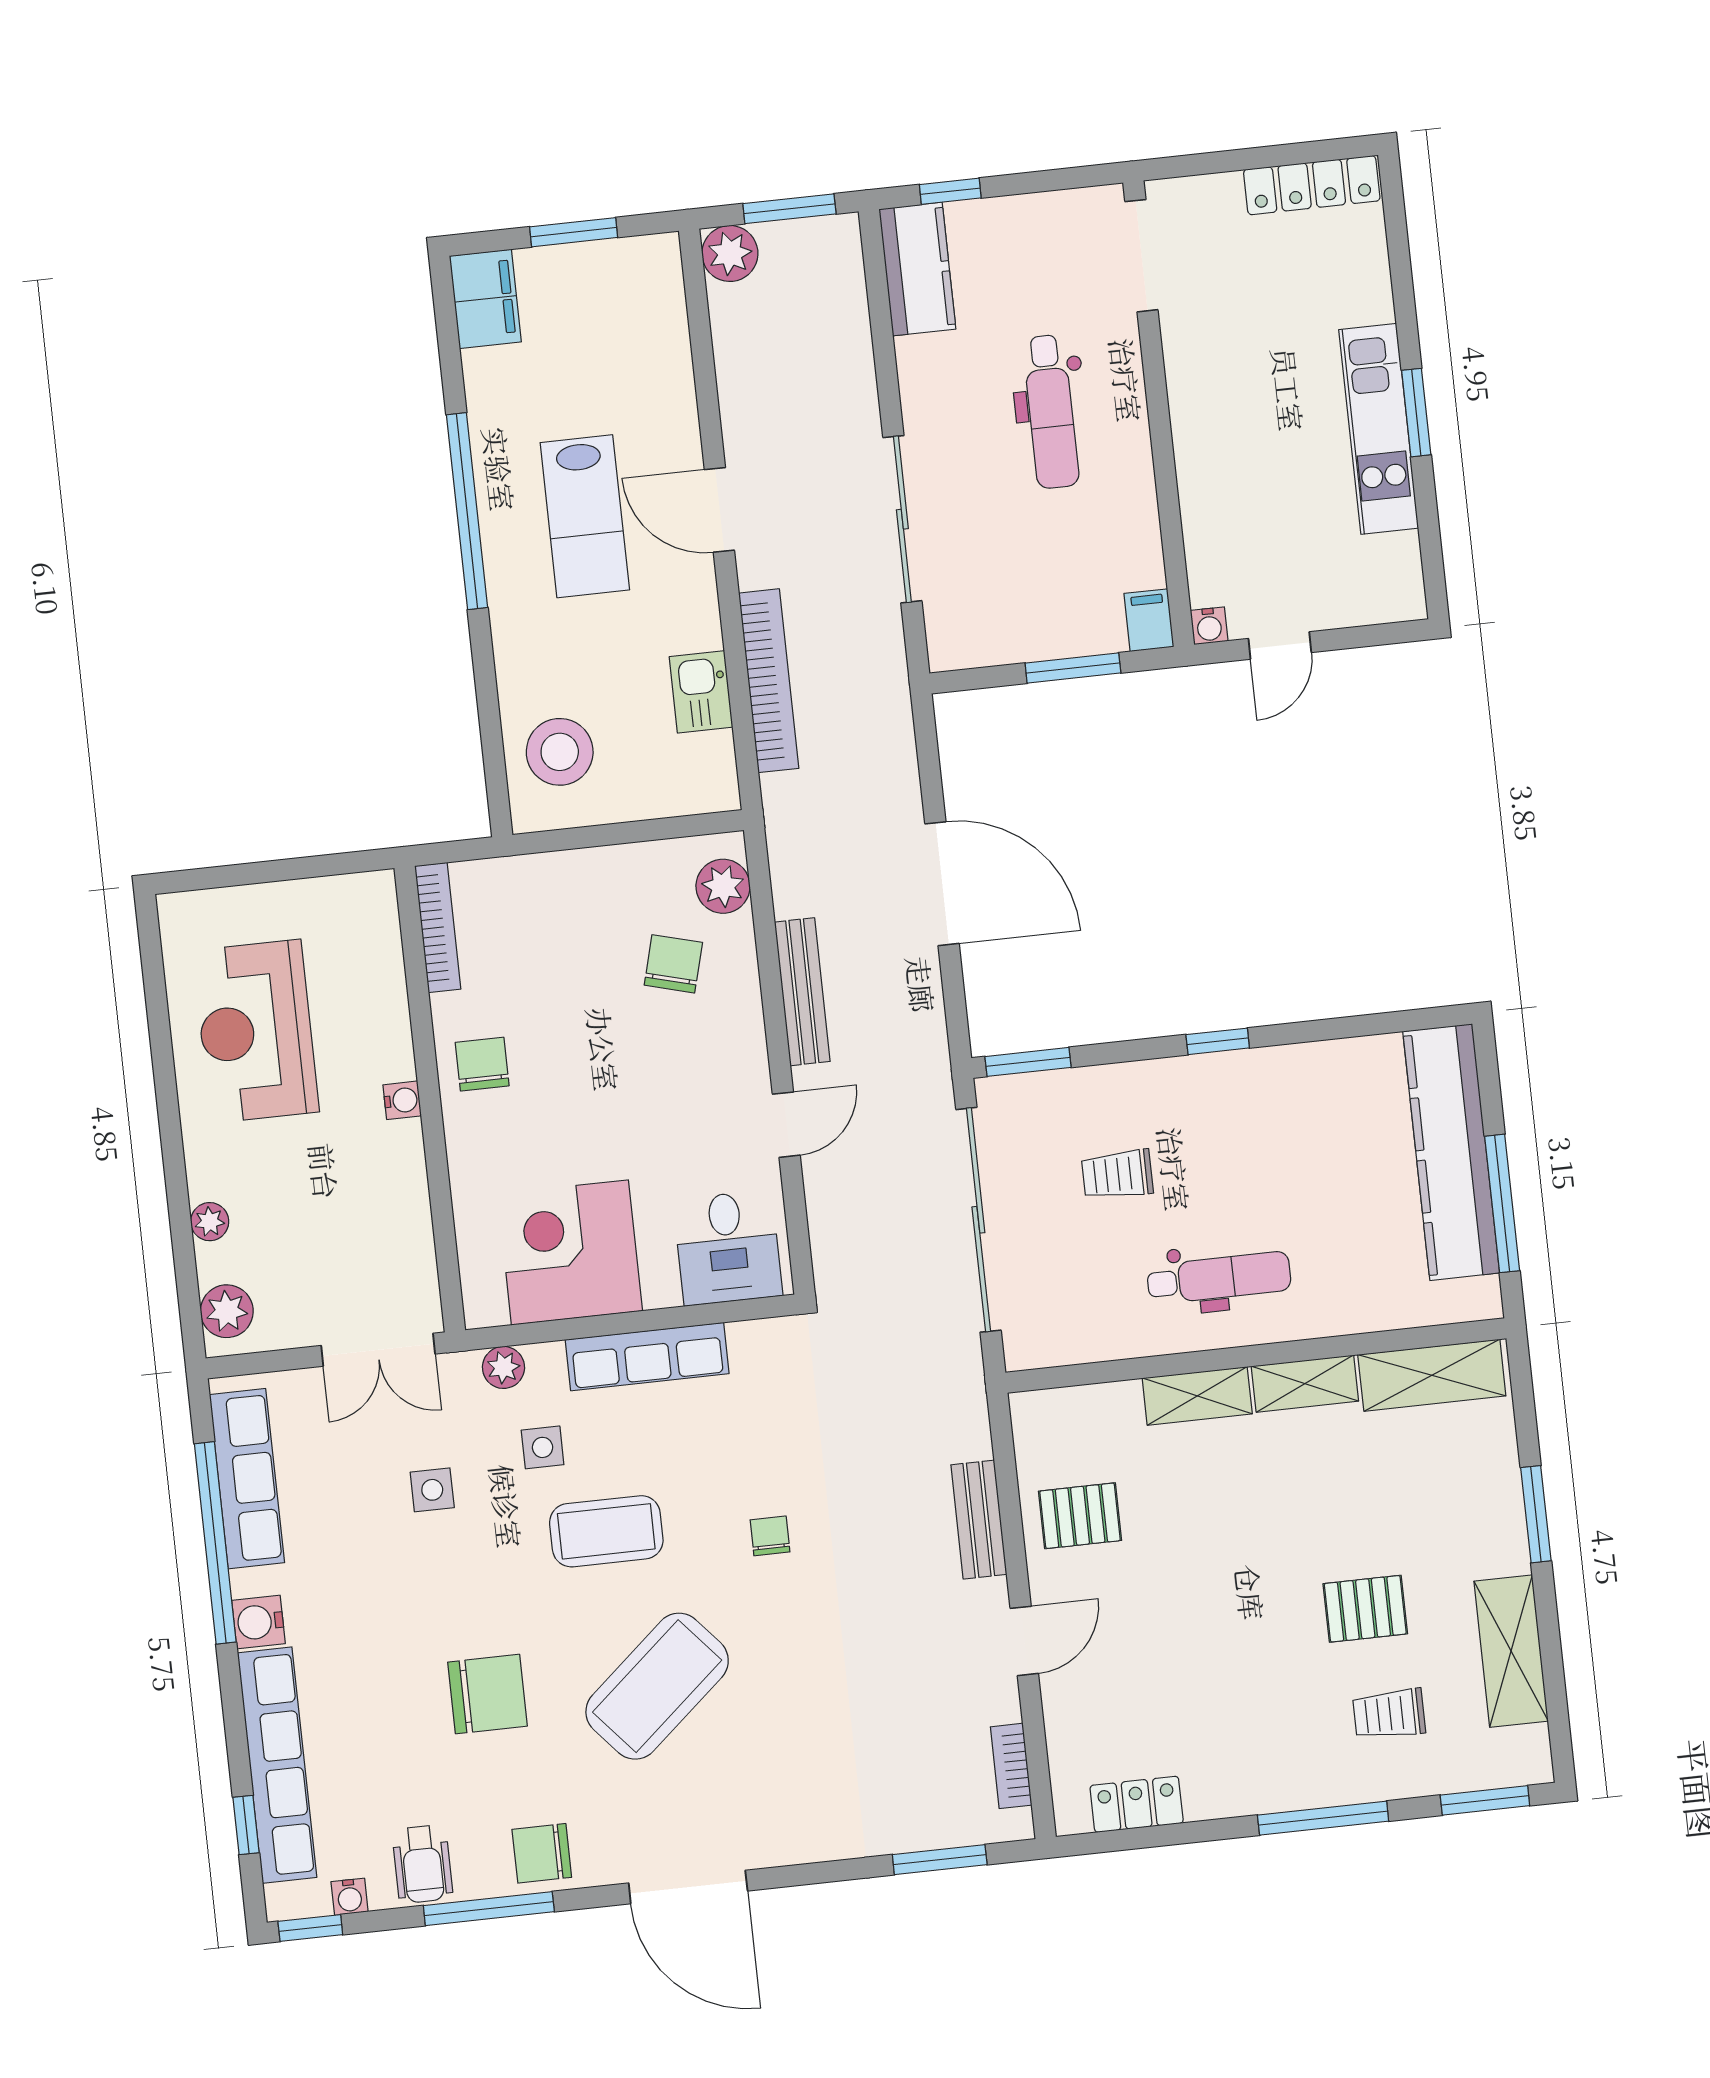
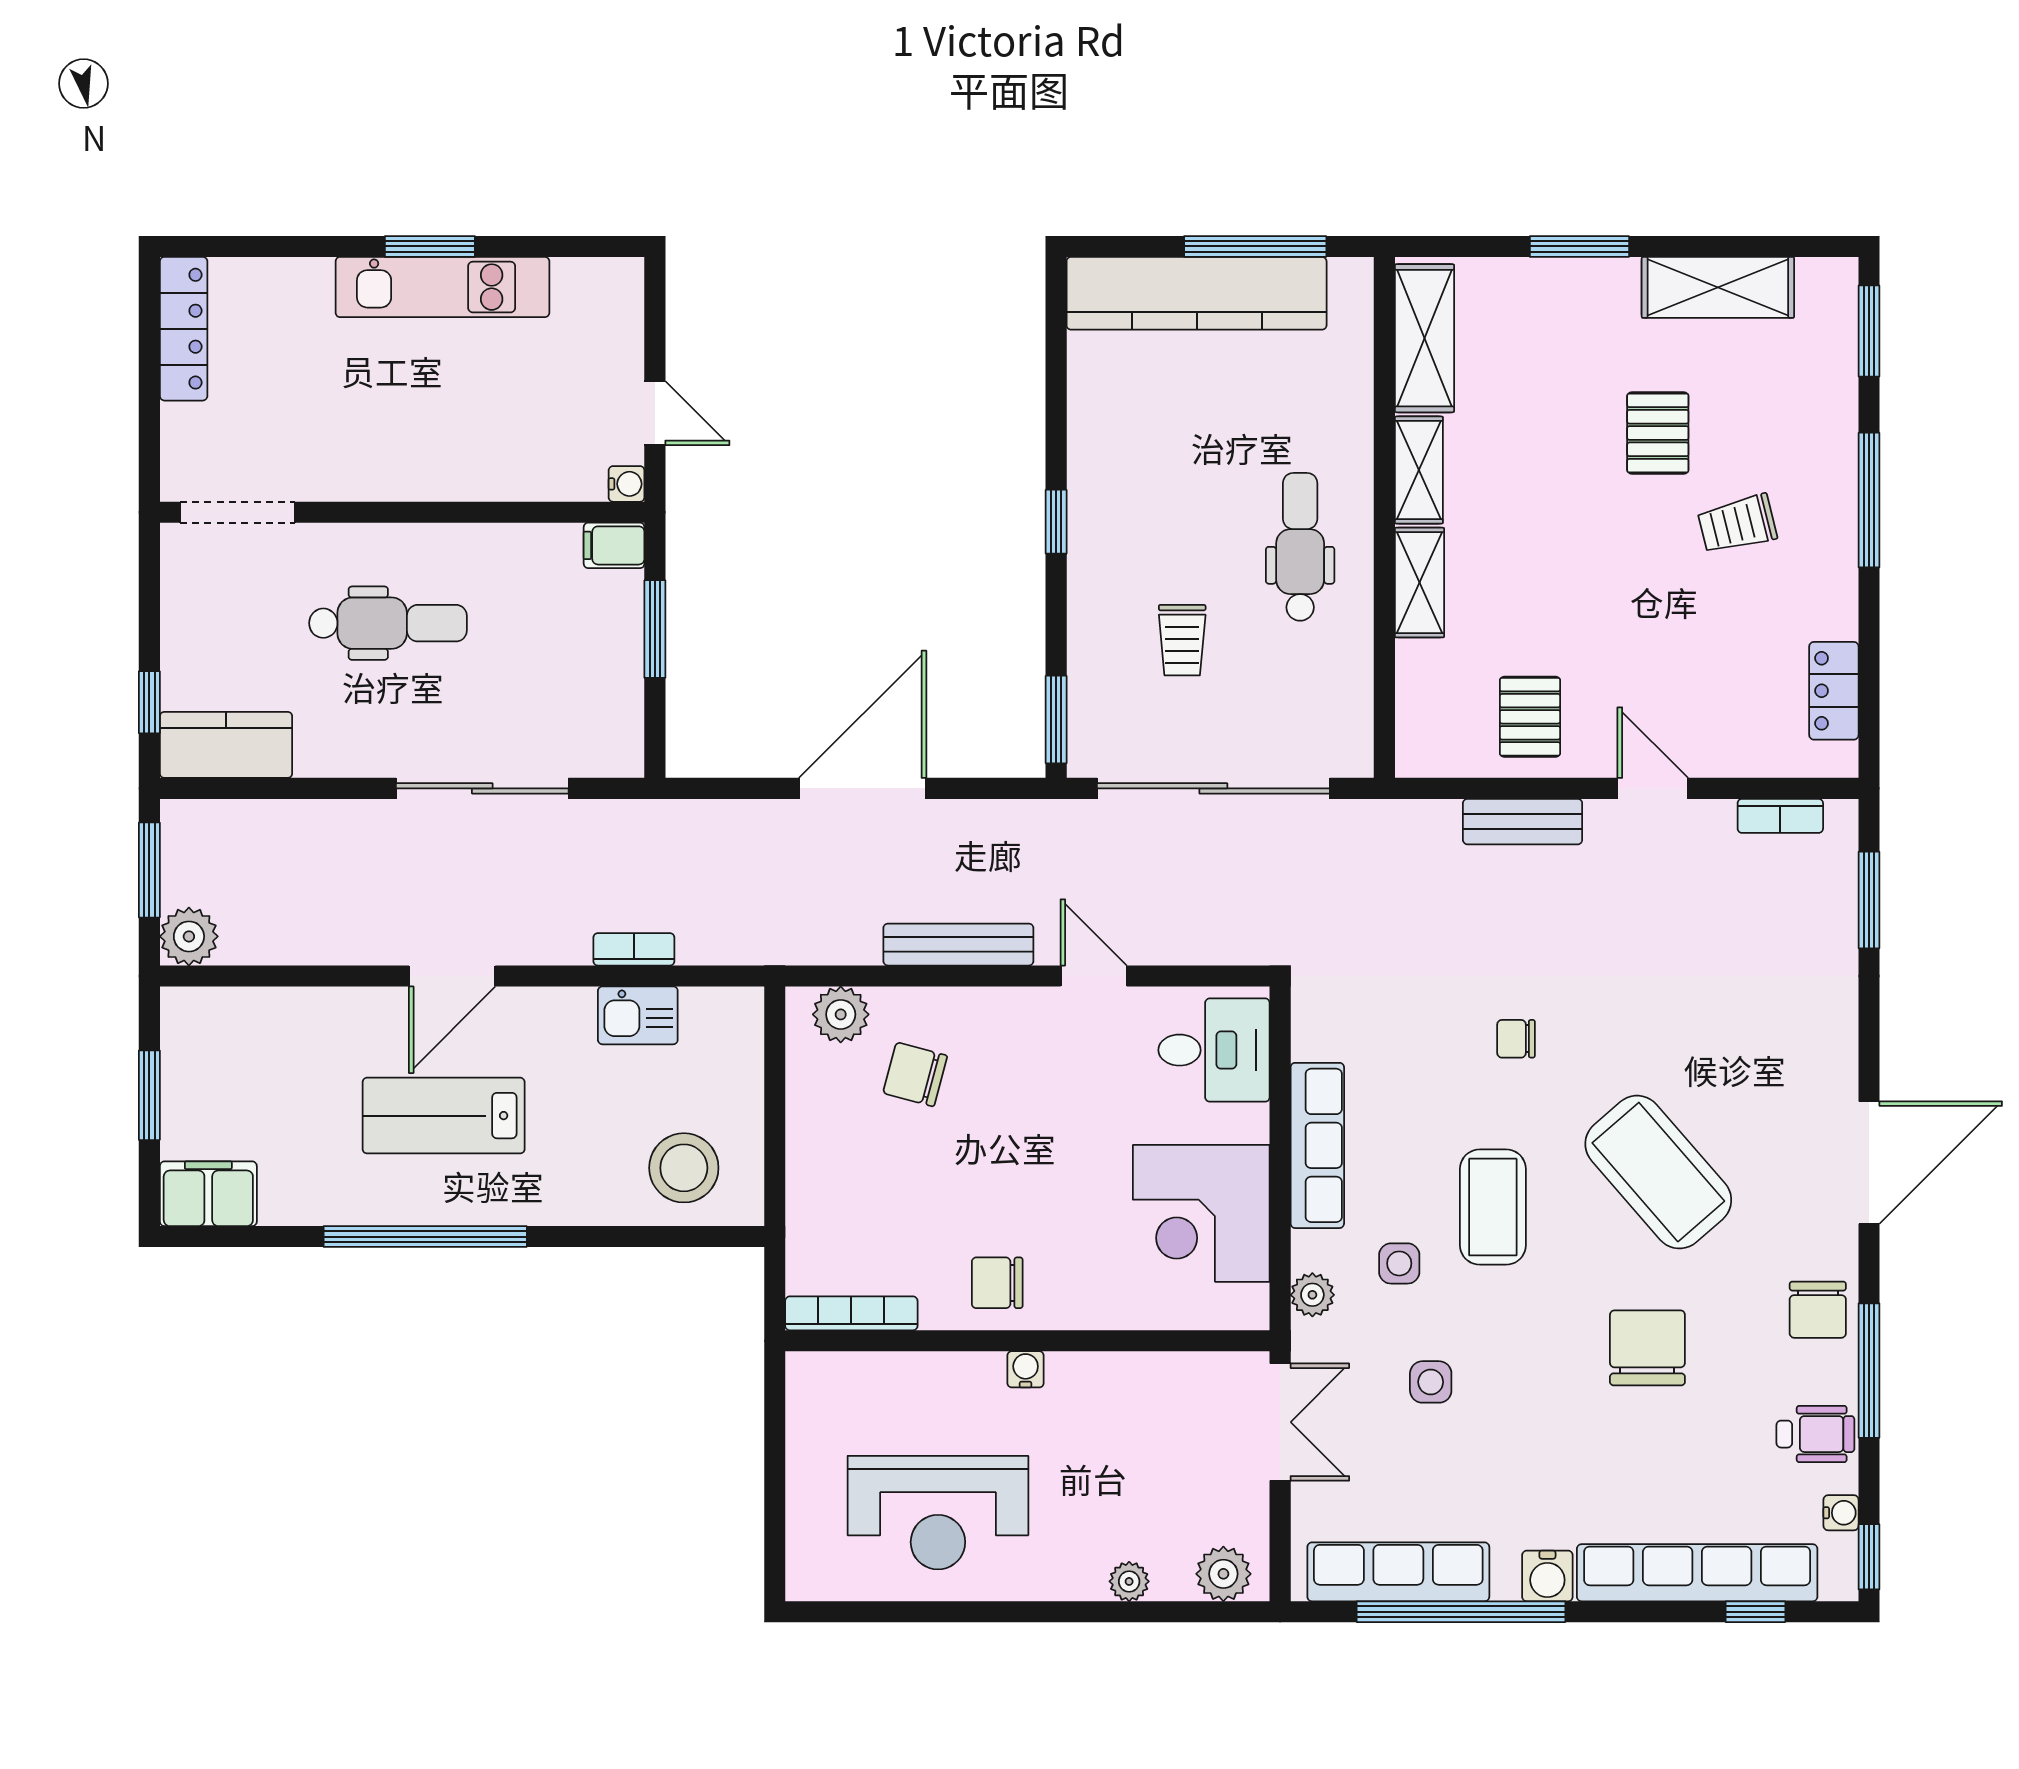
lab bench: (585, 516) -> (444, 1116), turned 180
bookcase: (769, 681) -> (634, 949), width x0.43, depth x0.76
trolley: (1389, 1714) -> (1737, 524), moved, turned 76

